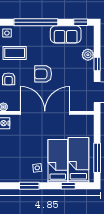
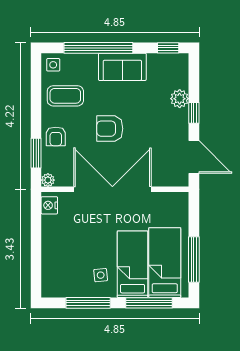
sofa: (66, 34) -> (122, 67), moved
window: (29, 186) -> (88, 303), width x1.44
window: (68, 186) -> (149, 303), width x2.17

